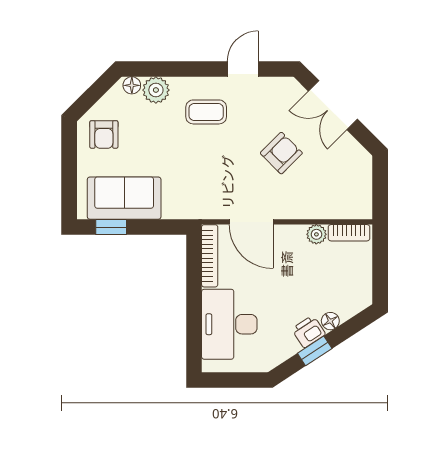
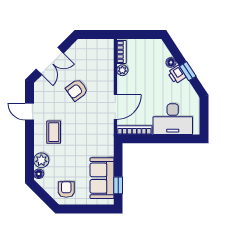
armchair: (104, 134) -> (66, 189), turned -90
armchair: (281, 153) -> (77, 90), turned -81

